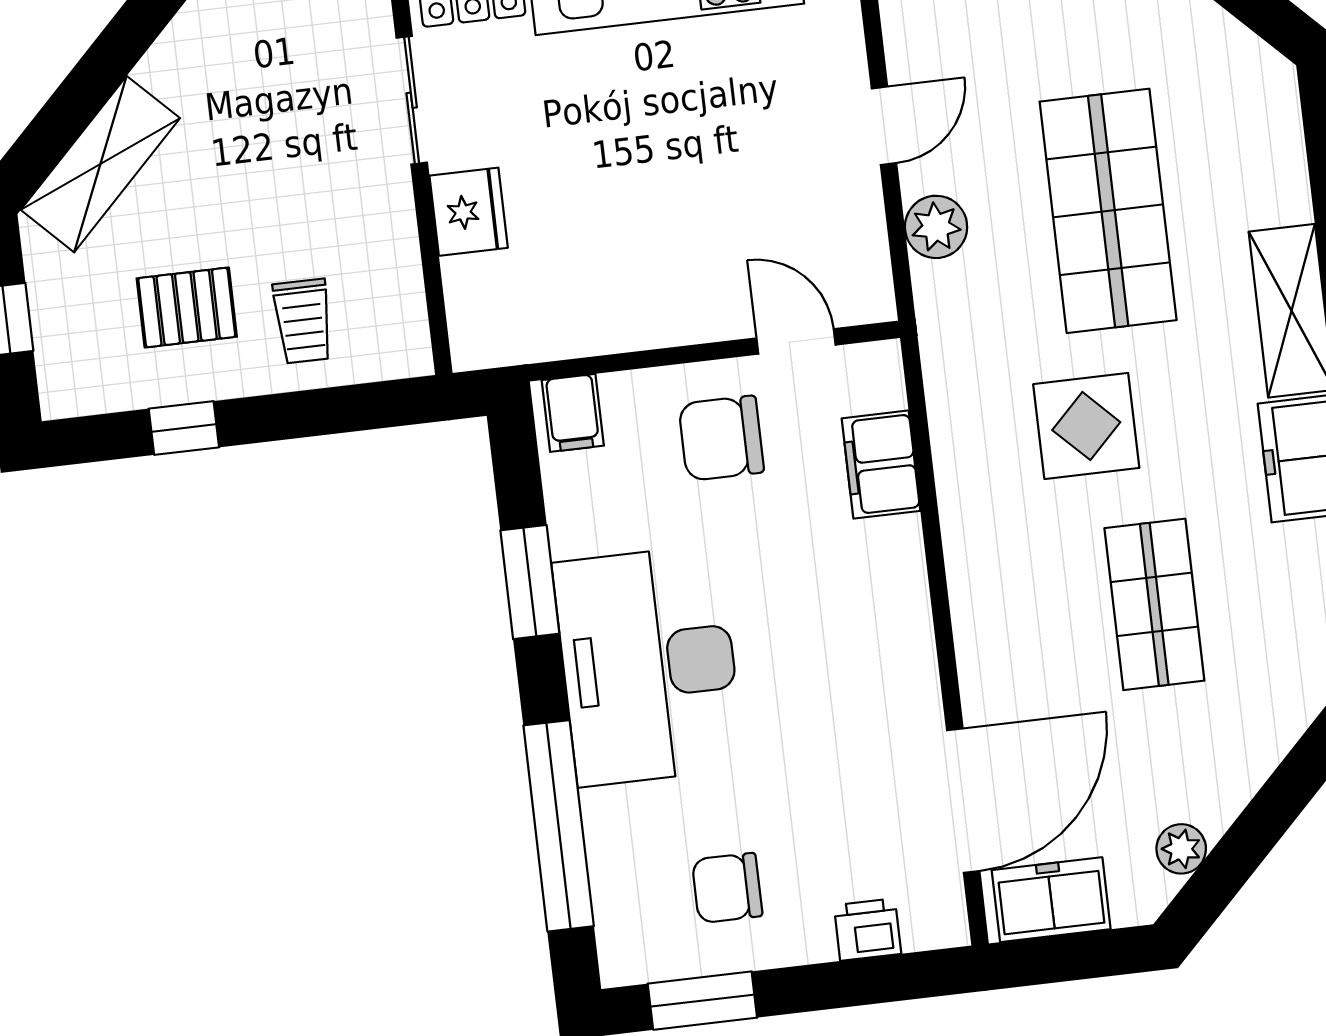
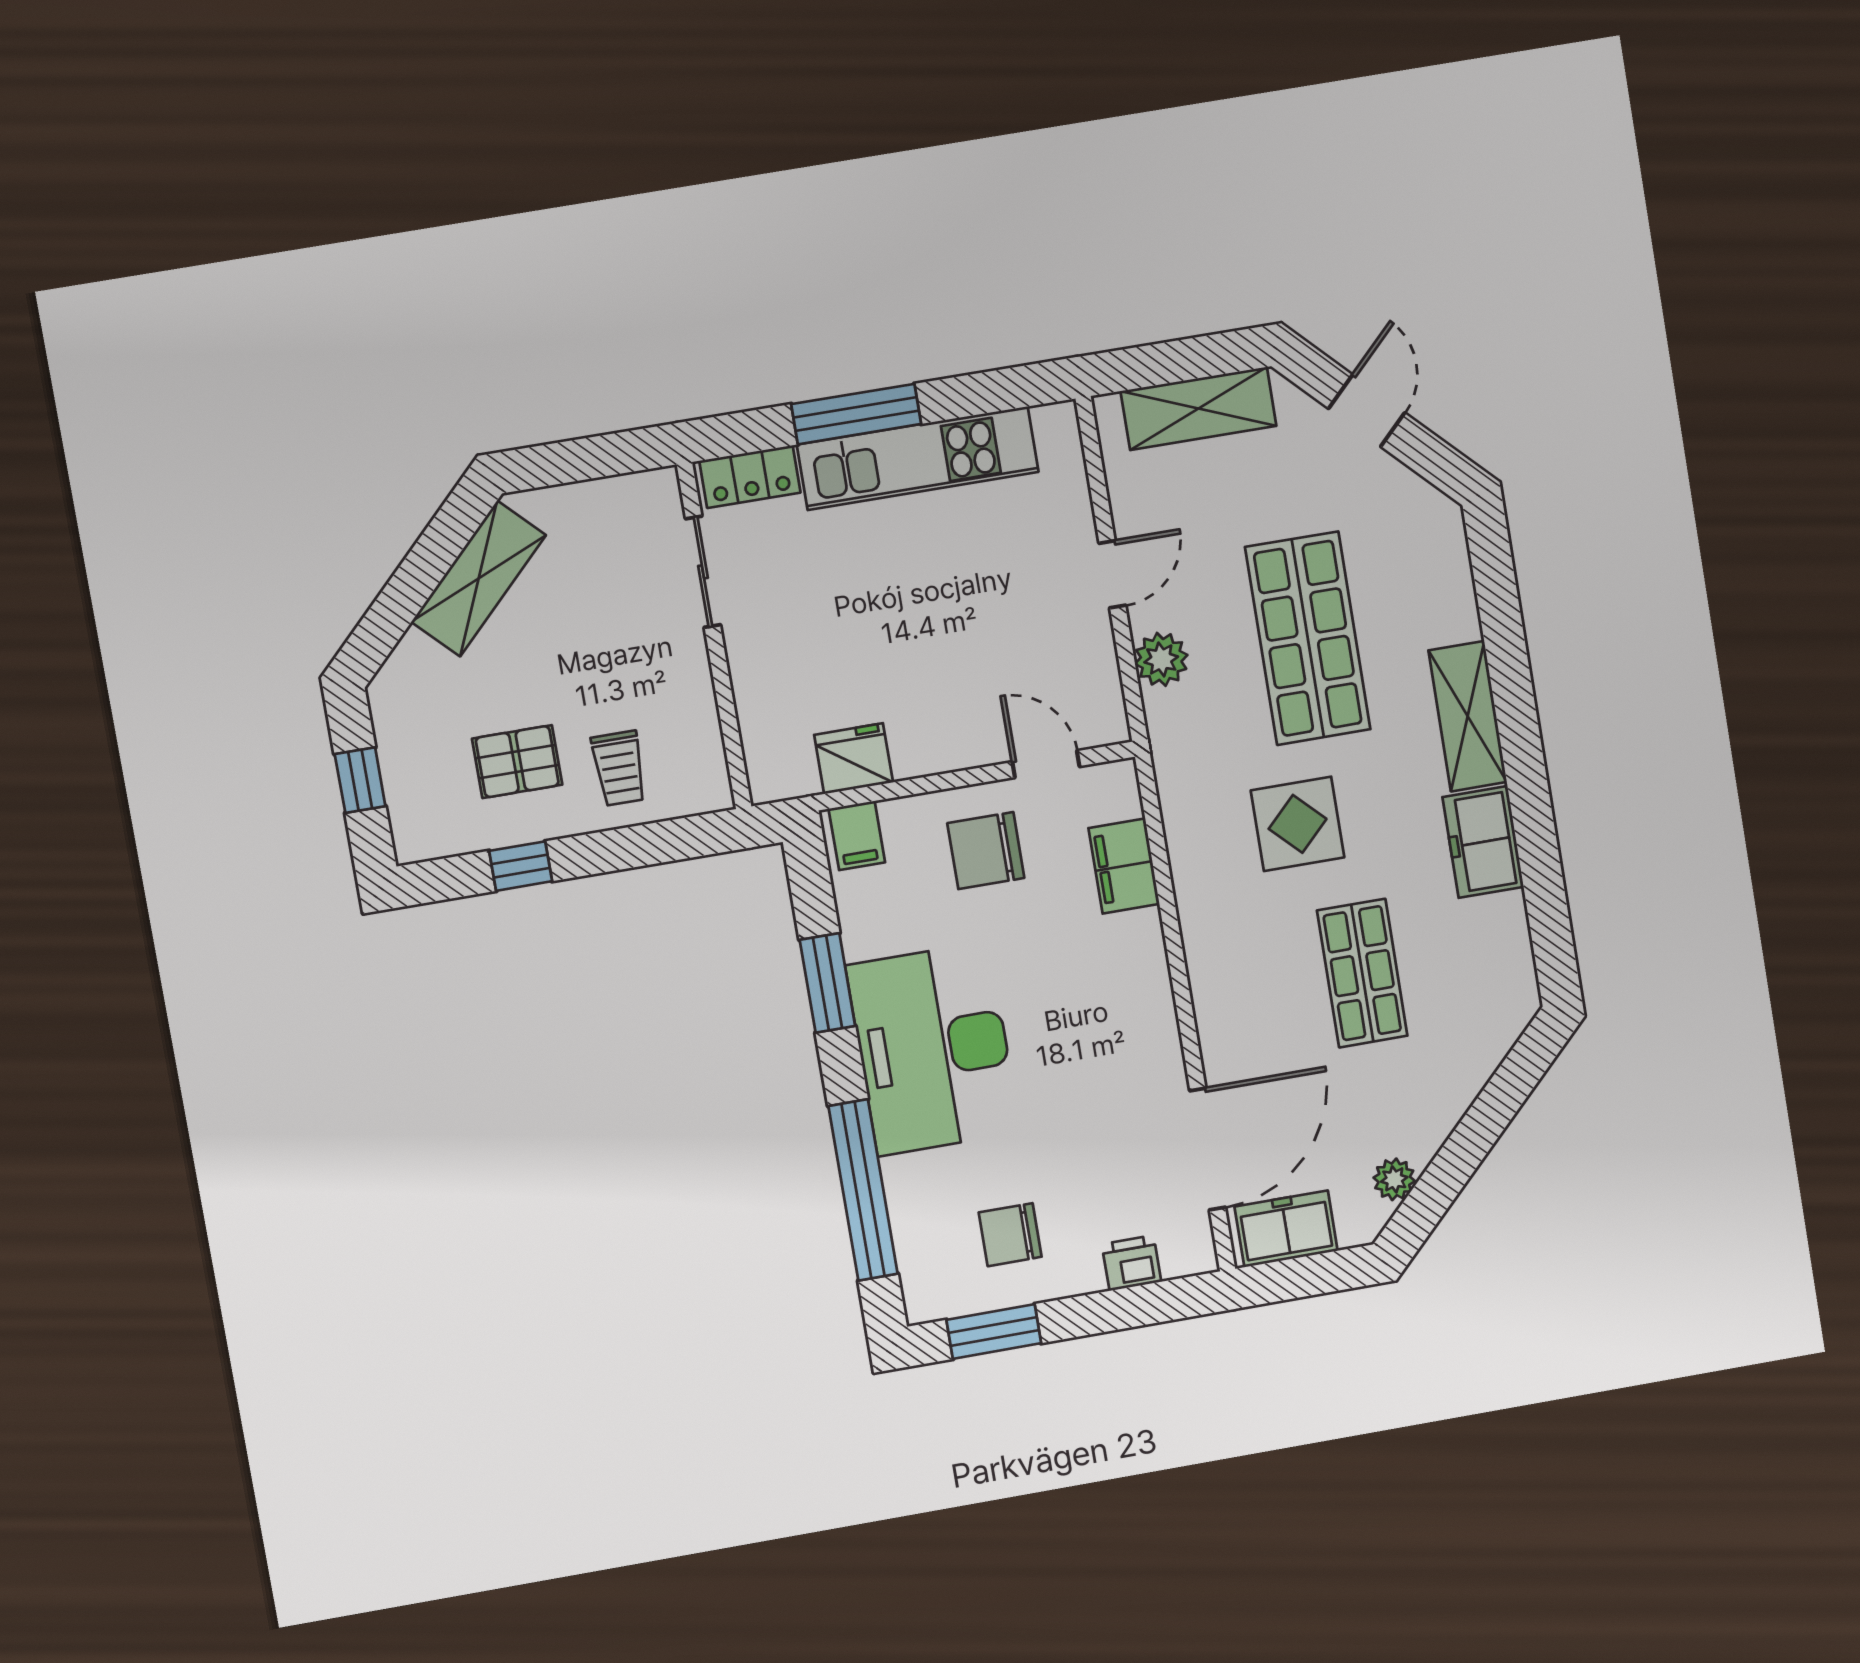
shelving: (100, 164) -> (479, 579), moved
fridge: (469, 212) -> (854, 759), moved, turned -90

